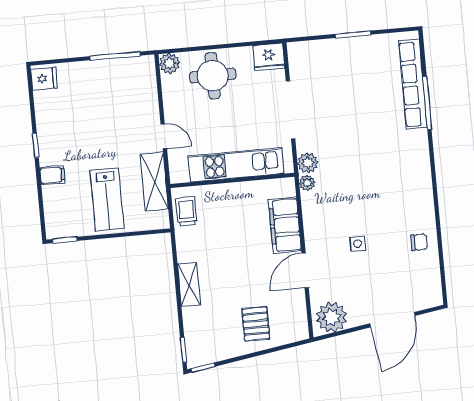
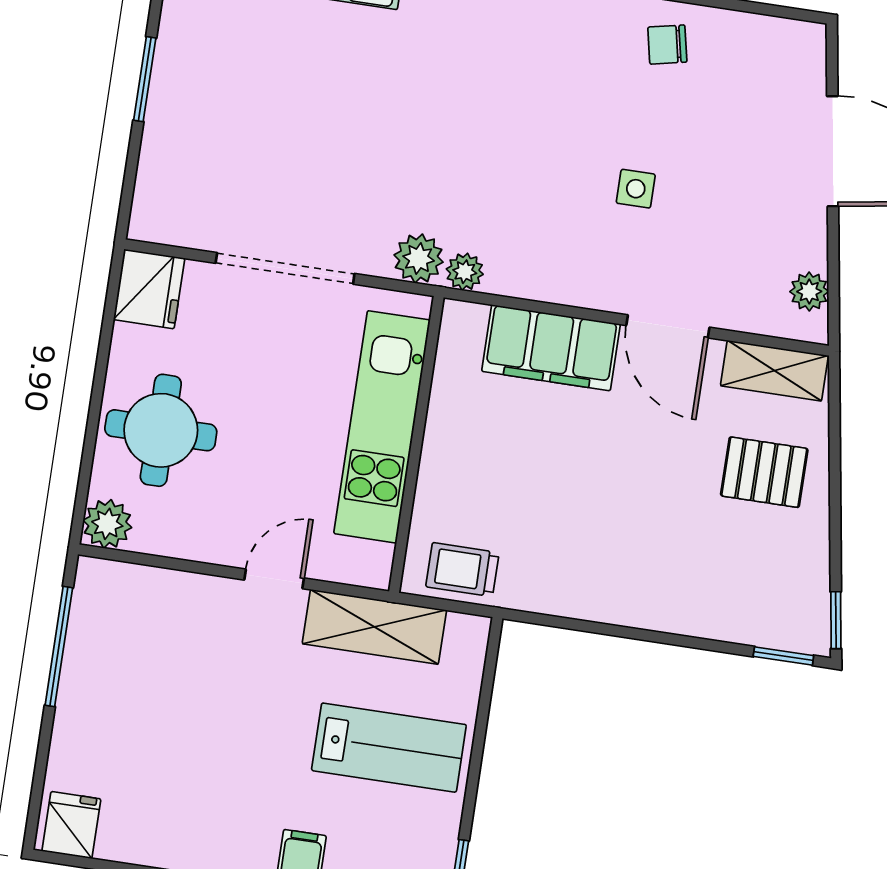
chair: (419, 242) -> (667, 45), turned -102
shelving: (189, 284) -> (774, 371), moved
plant: (332, 317) -> (809, 292), width x0.53, depth x0.53

